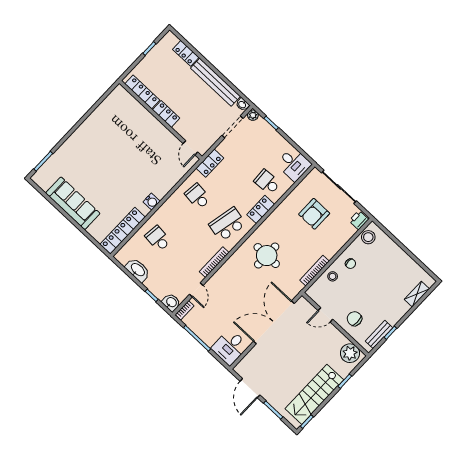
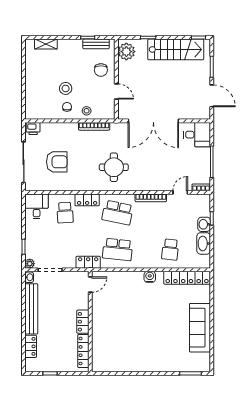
school desk: (198, 196) -> (118, 250), width x1.85
stool: (368, 237) -> (66, 88), moved
washbasin: (171, 302) -> (204, 224), moved
door: (250, 388) -> (212, 96), hinge flipped

